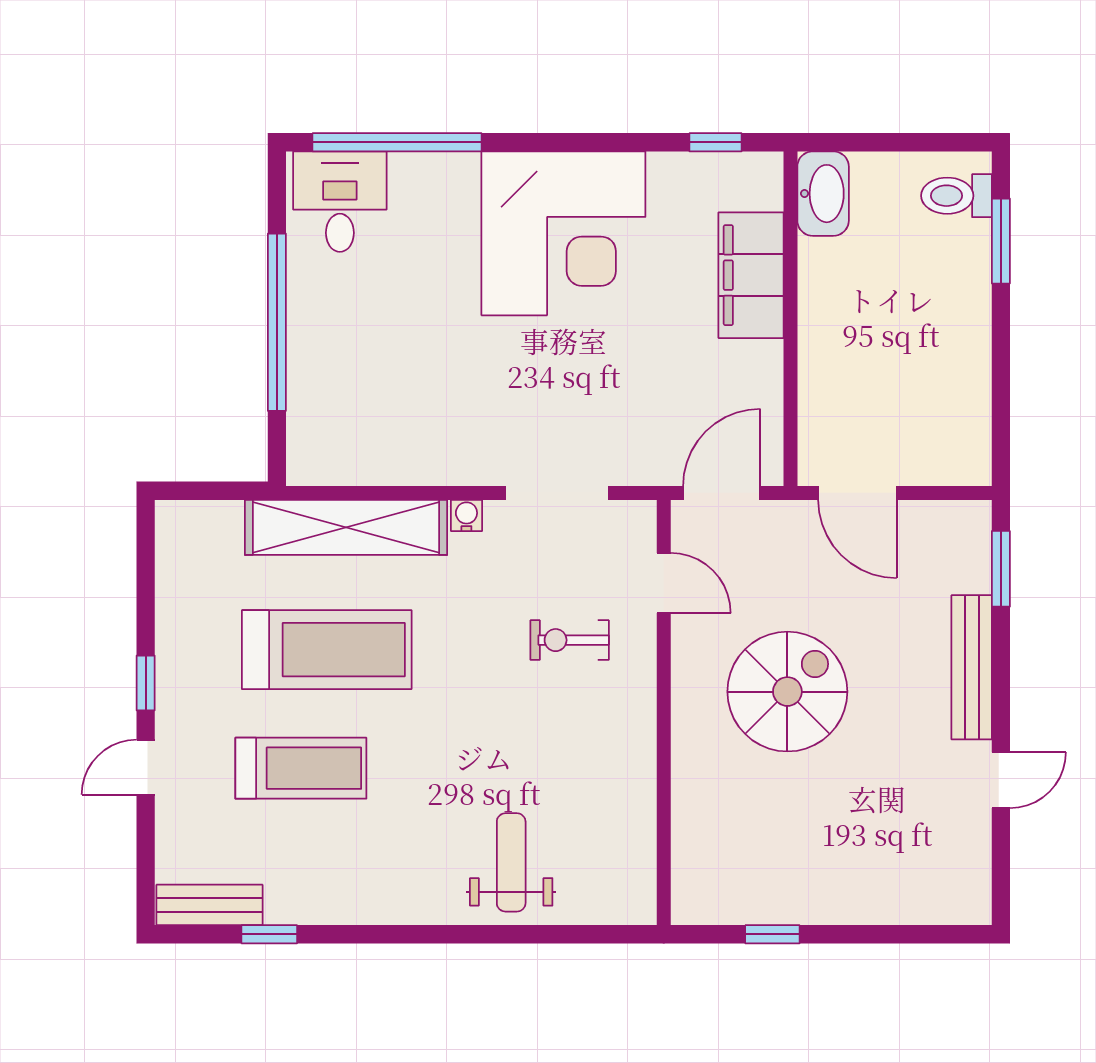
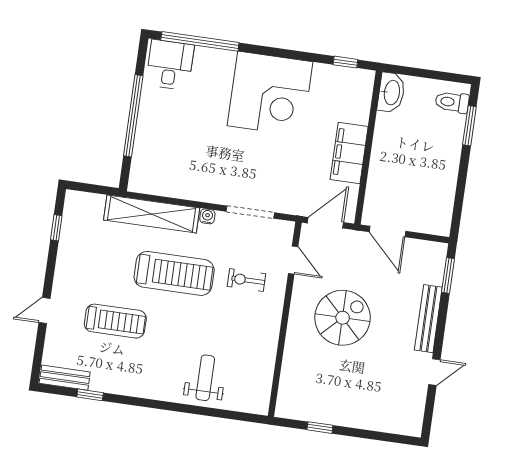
filing cabinet: (751, 275) -> (349, 153), moved
treadmill: (327, 650) -> (174, 273), moved
window: (146, 683) -> (56, 228), moved

